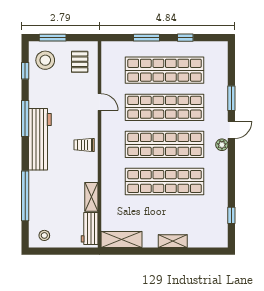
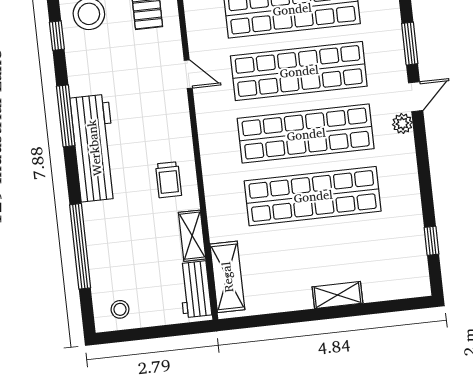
trolley: (84, 145) -> (168, 180), moved, turned -90
shelving: (122, 239) -> (227, 277), moved, turned 90

